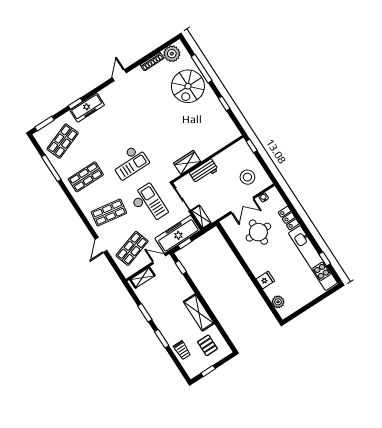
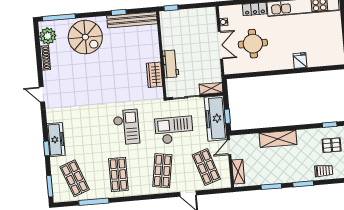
window: (202, 69) -> (59, 17), moved
bench: (224, 118) -> (132, 20), added
stool: (247, 177) -> (197, 27), removed
window: (181, 267) -> (330, 125), moved
plant: (278, 302) -> (326, 60), removed
shelving: (199, 313) -> (278, 139), moved

